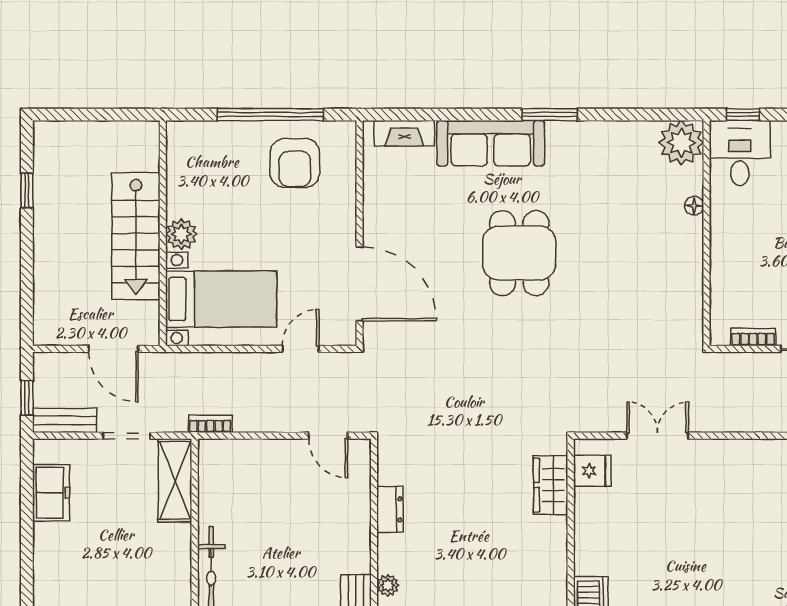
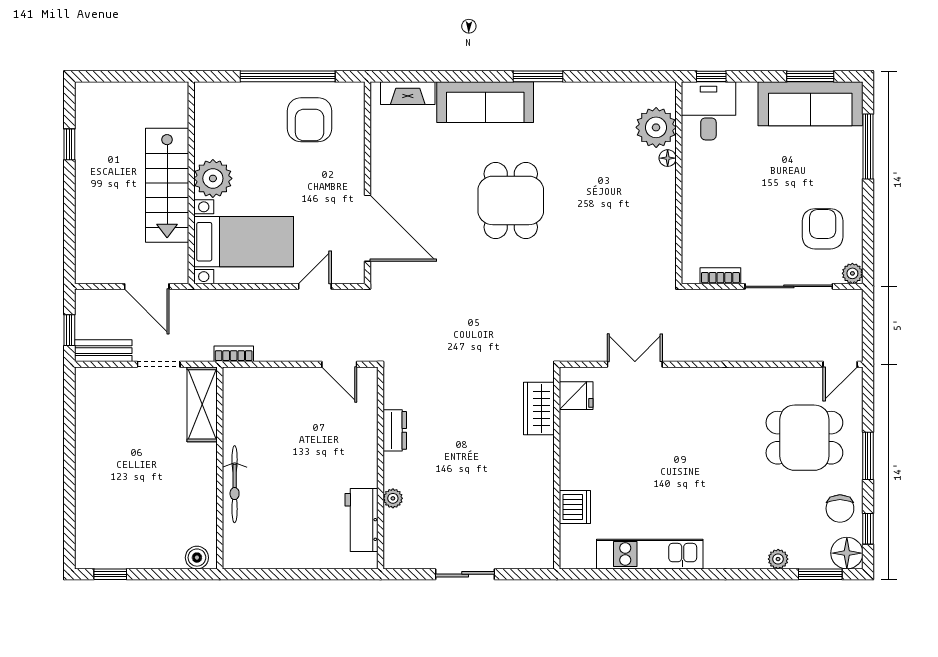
plant: (681, 143) -> (656, 127), moved
plant: (181, 234) -> (213, 178), width x1.36, depth x1.36
freezer: (51, 493) -> (91, 415), removed

